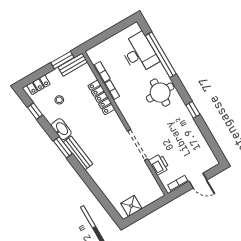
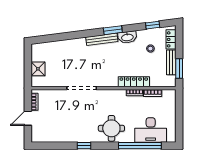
bench: (73, 65) -> (171, 62), moved
printer: (159, 164) -> (57, 96), removed
shower: (131, 206) -> (38, 69), moved

